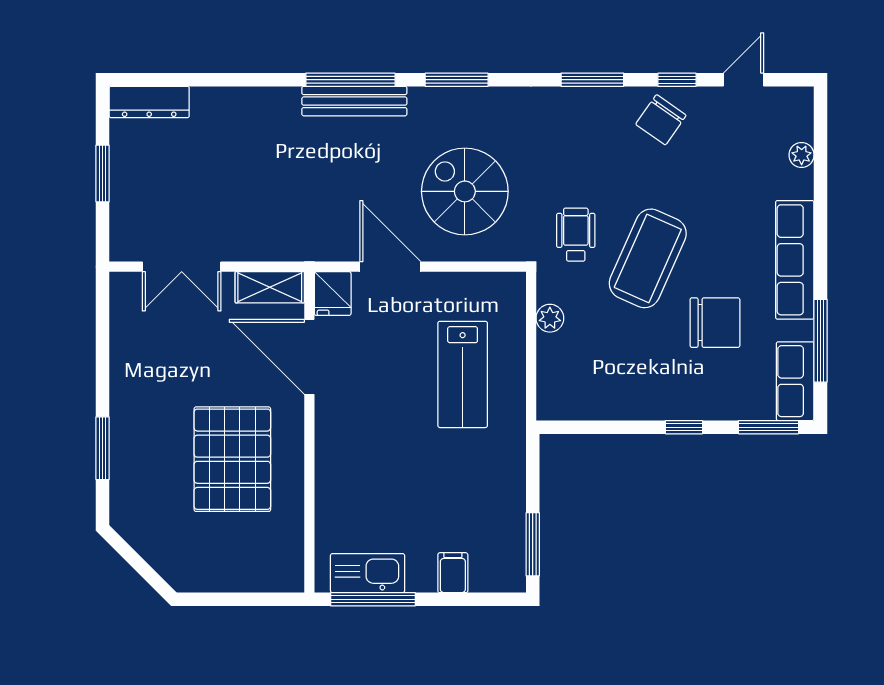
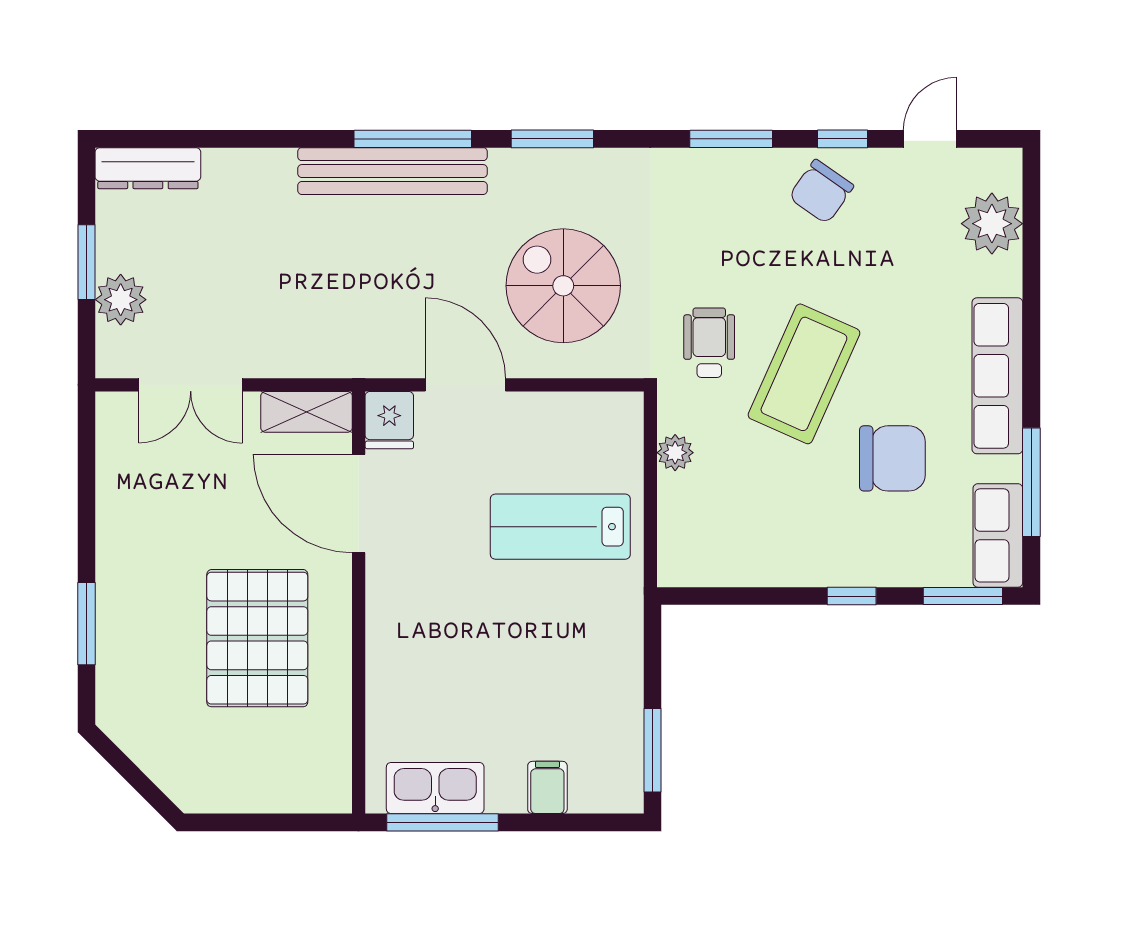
bench: (354, 101) -> (392, 171), width x1.37, depth x1.21
plant: (802, 155) -> (992, 224), width x1.88, depth x1.88
plant: (129, 202) -> (121, 300), added
lab bench: (463, 374) -> (560, 527), turned 90

